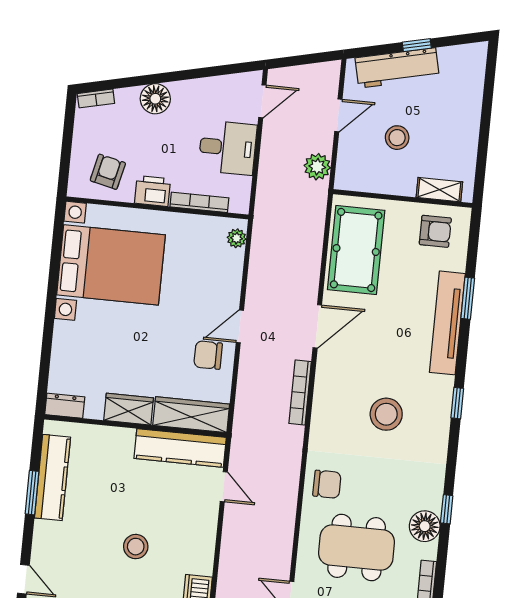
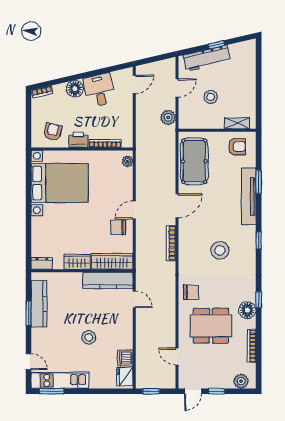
desk: (228, 148) -> (99, 90), moved, turned -103

